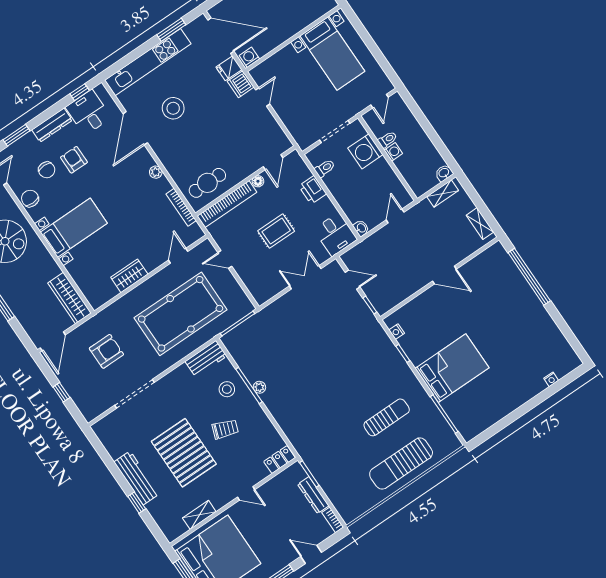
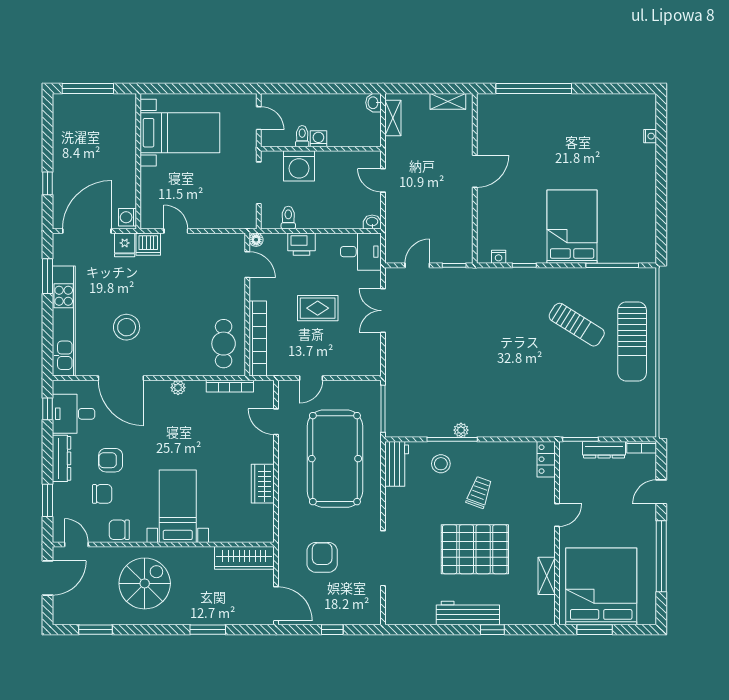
floor lamp: (258, 181) -> (256, 240), moved
rug: (276, 231) -> (318, 308), turned 90
sun lounger: (387, 417) -> (577, 325), turned 122

